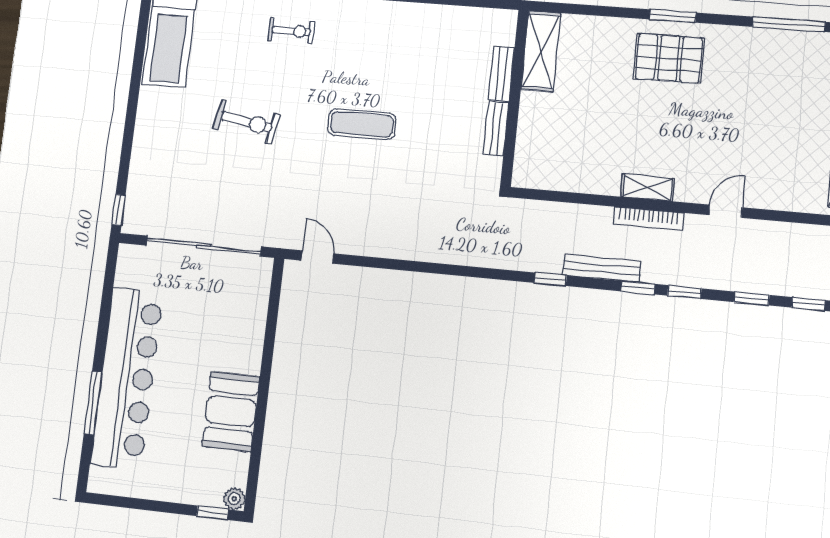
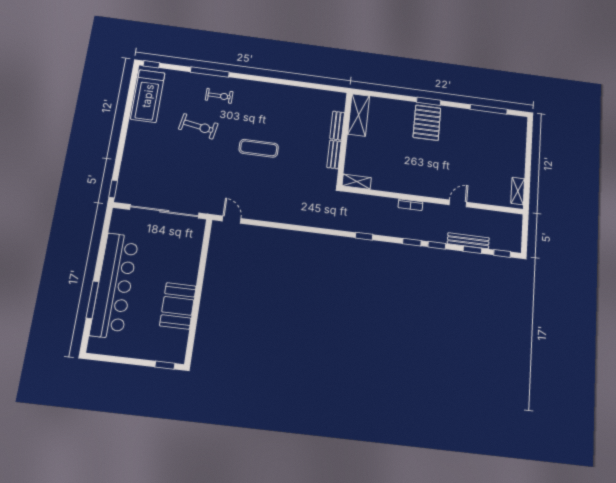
pallet: (669, 58) -> (427, 123), turned 90
exercise bike: (246, 122) -> (198, 126), moved
shelving: (648, 188) -> (357, 182), moved
bookcase: (648, 218) -> (410, 205), width x0.64
bench: (602, 268) -> (468, 241), moved
plant: (234, 499) -> (179, 357), removed

